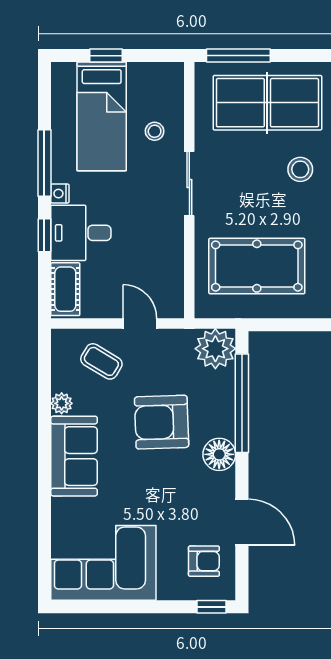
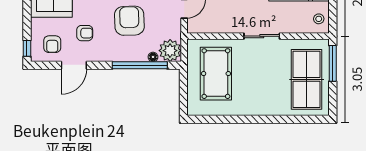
stool: (155, 131) -> (319, 19), moved
stool: (300, 169) -> (270, 98), removed
floor lamp: (219, 454) -> (153, 57), moved, width x0.53, depth x0.53
armchair: (184, 503) -> (85, 33), added

